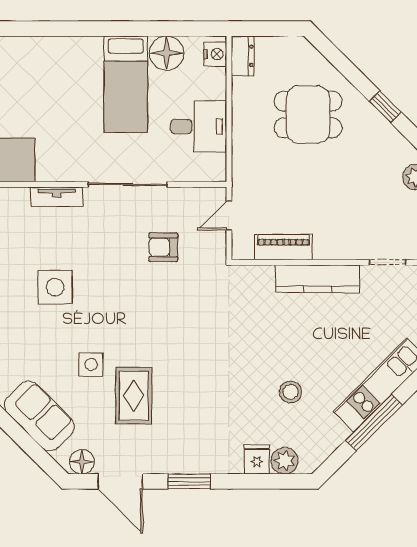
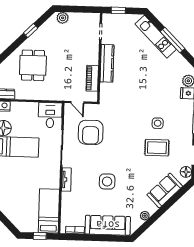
desk: (199, 126) -> (50, 115), moved
armchair: (163, 247) -> (91, 132), width x1.88, depth x1.88
side table: (91, 365) -> (158, 123), moved
stool: (291, 392) -> (157, 77), removed

